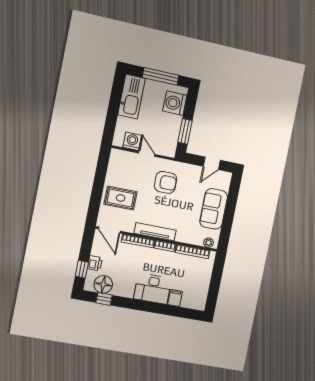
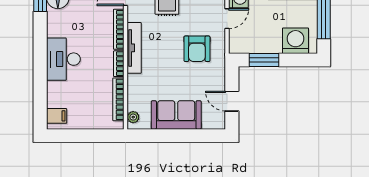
filing cabinet: (175, 298) -> (57, 116), moved

